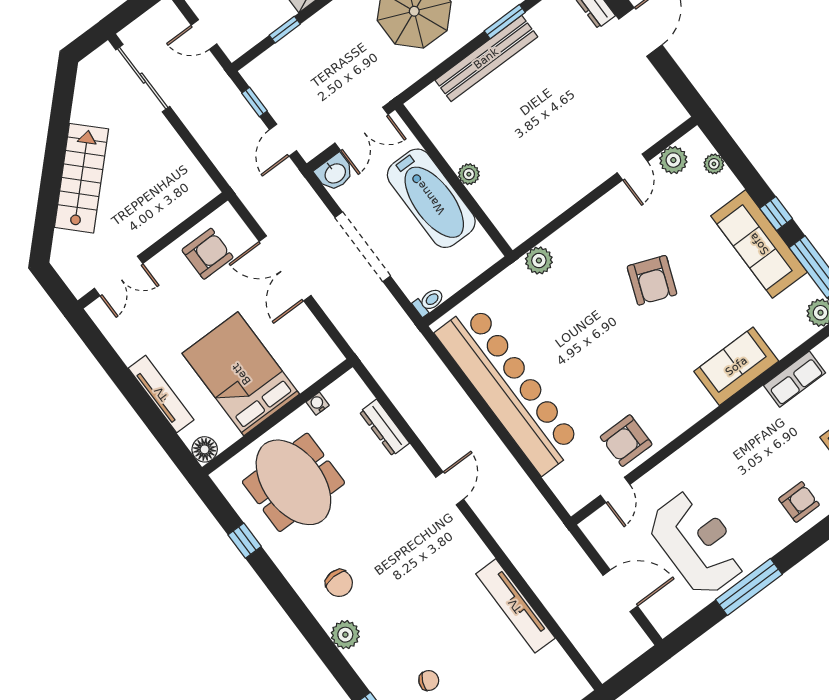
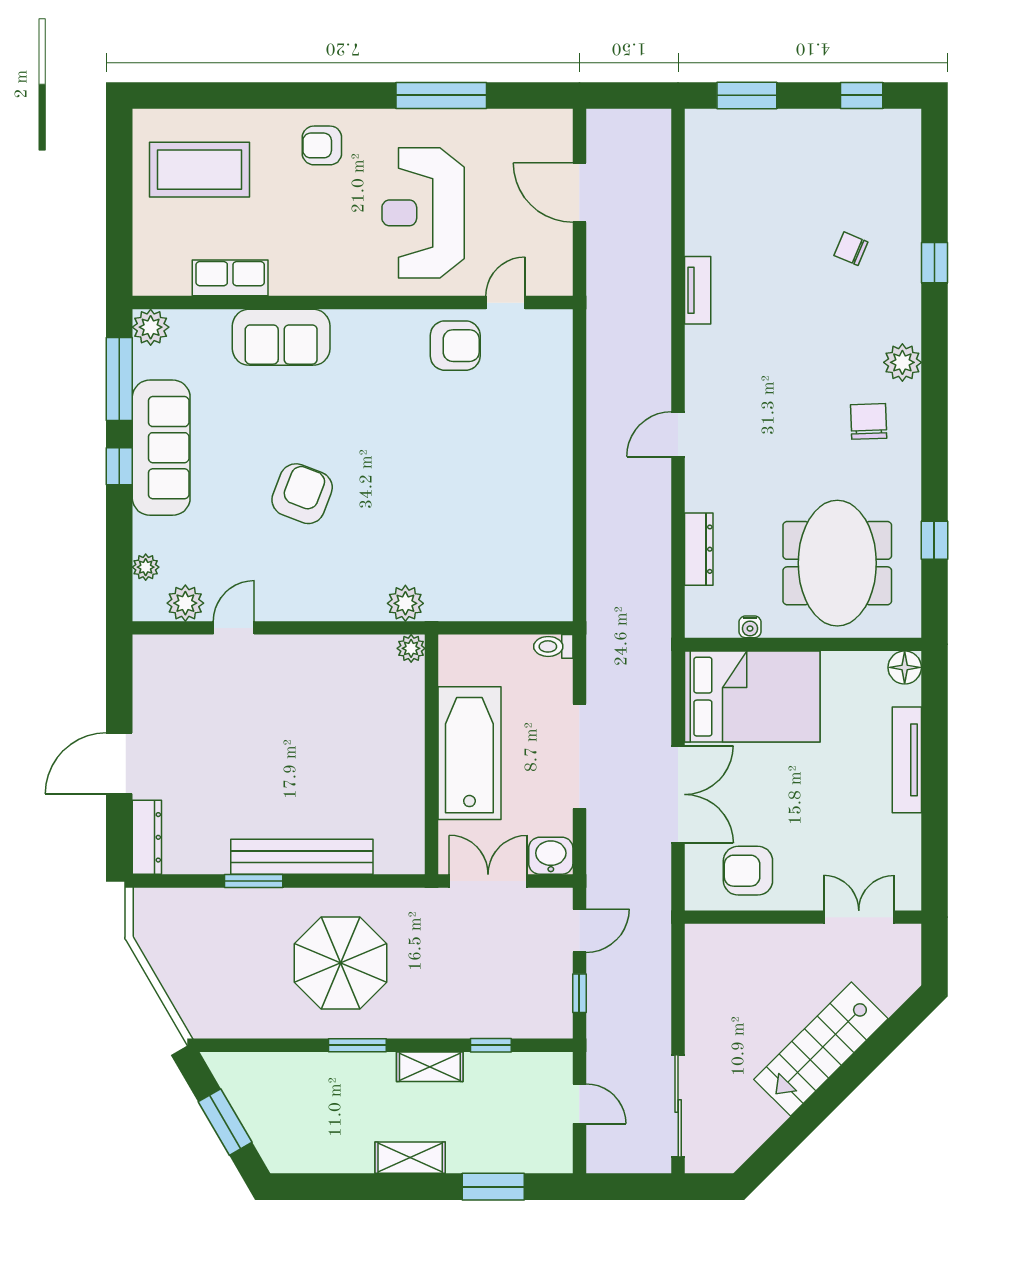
plant: (469, 174) -> (411, 648), moved
bed: (241, 374) -> (752, 697), moved, turned -90
bar counter: (509, 389) -> (538, 492), removed
reception desk: (697, 543) -> (423, 213), moved
tv unit: (515, 606) -> (698, 290), width x0.52, depth x0.78

